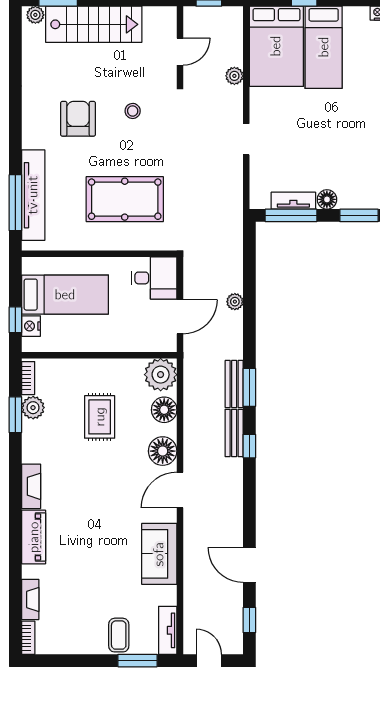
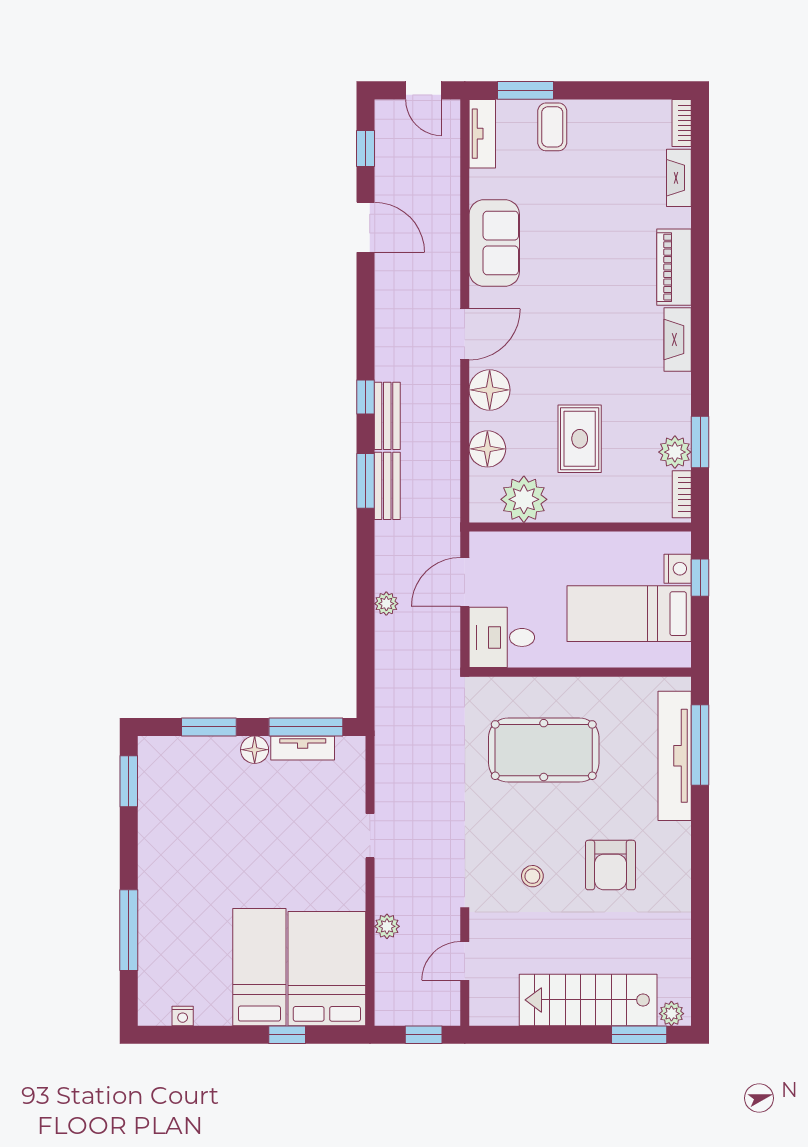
plant: (161, 375) -> (524, 499), moved

